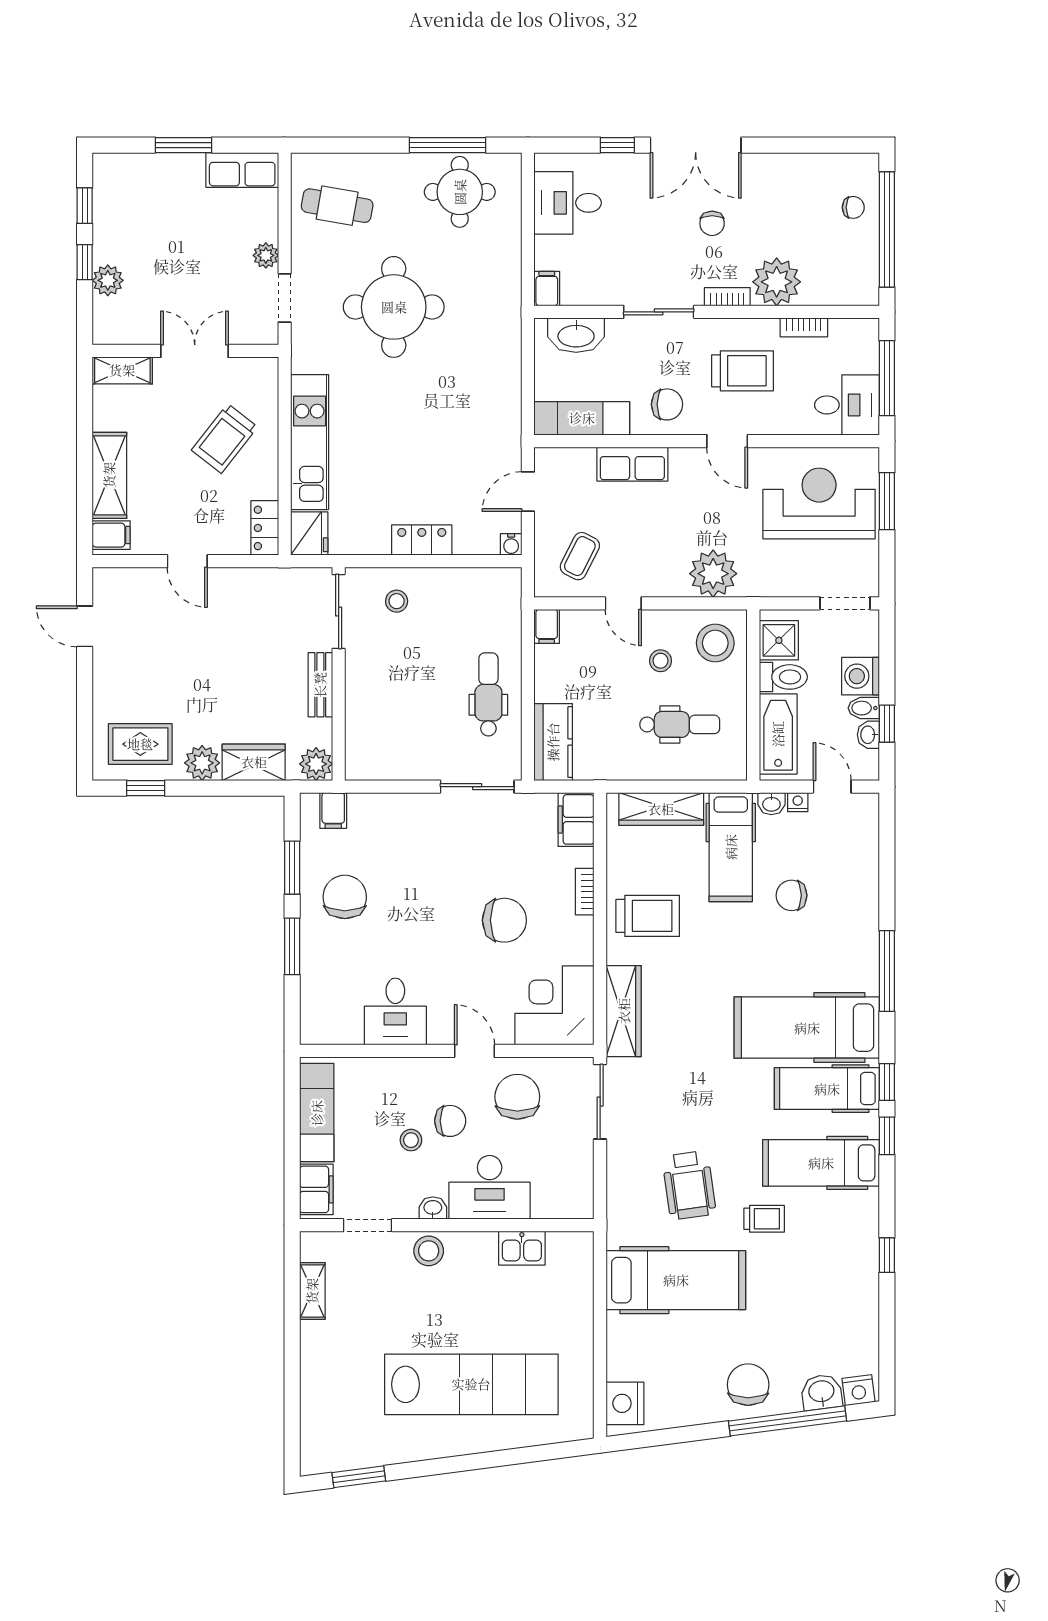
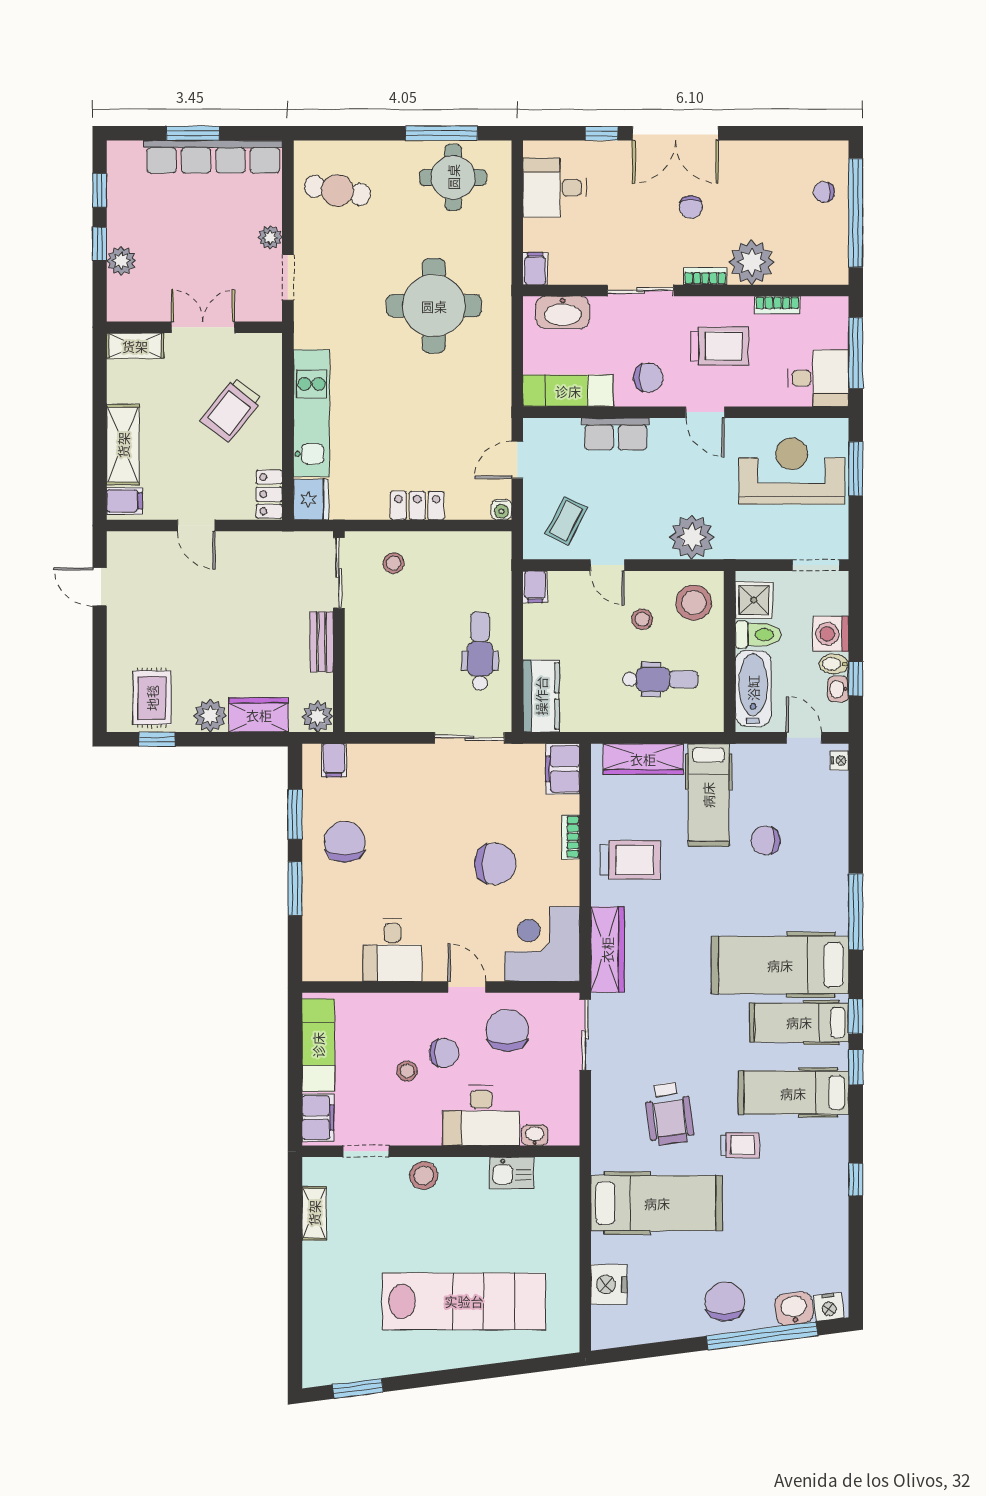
row of seats: (242, 170) -> (213, 157), width x2.02
chair: (853, 207) -> (824, 192), turned 180
round table: (394, 307) -> (434, 306), moved
rug: (140, 744) -> (152, 698), turned 90
nightstand: (798, 802) -> (840, 760), moved, turned 90
washbasin: (771, 804) -> (747, 754), removed
washbasin: (433, 1208) -> (535, 1135), moved
nightstand: (625, 1403) -> (609, 1284), moved

